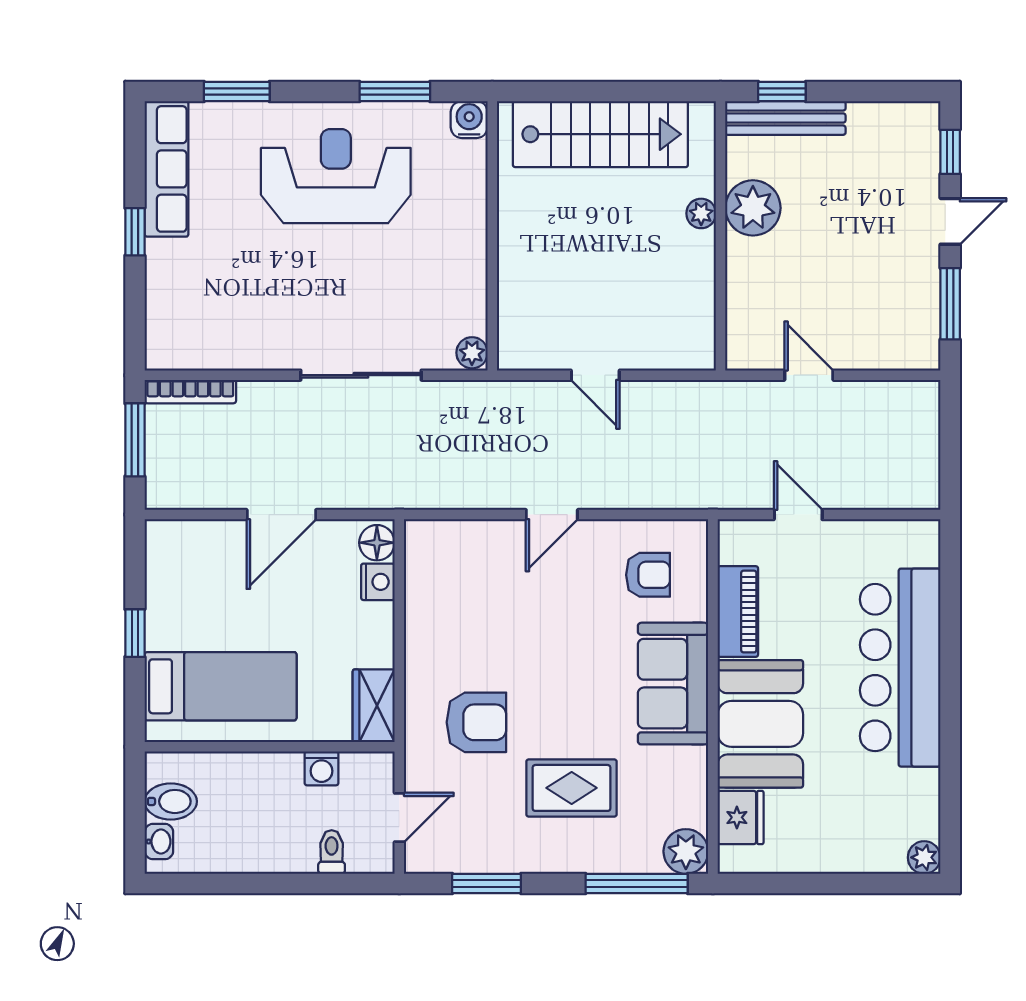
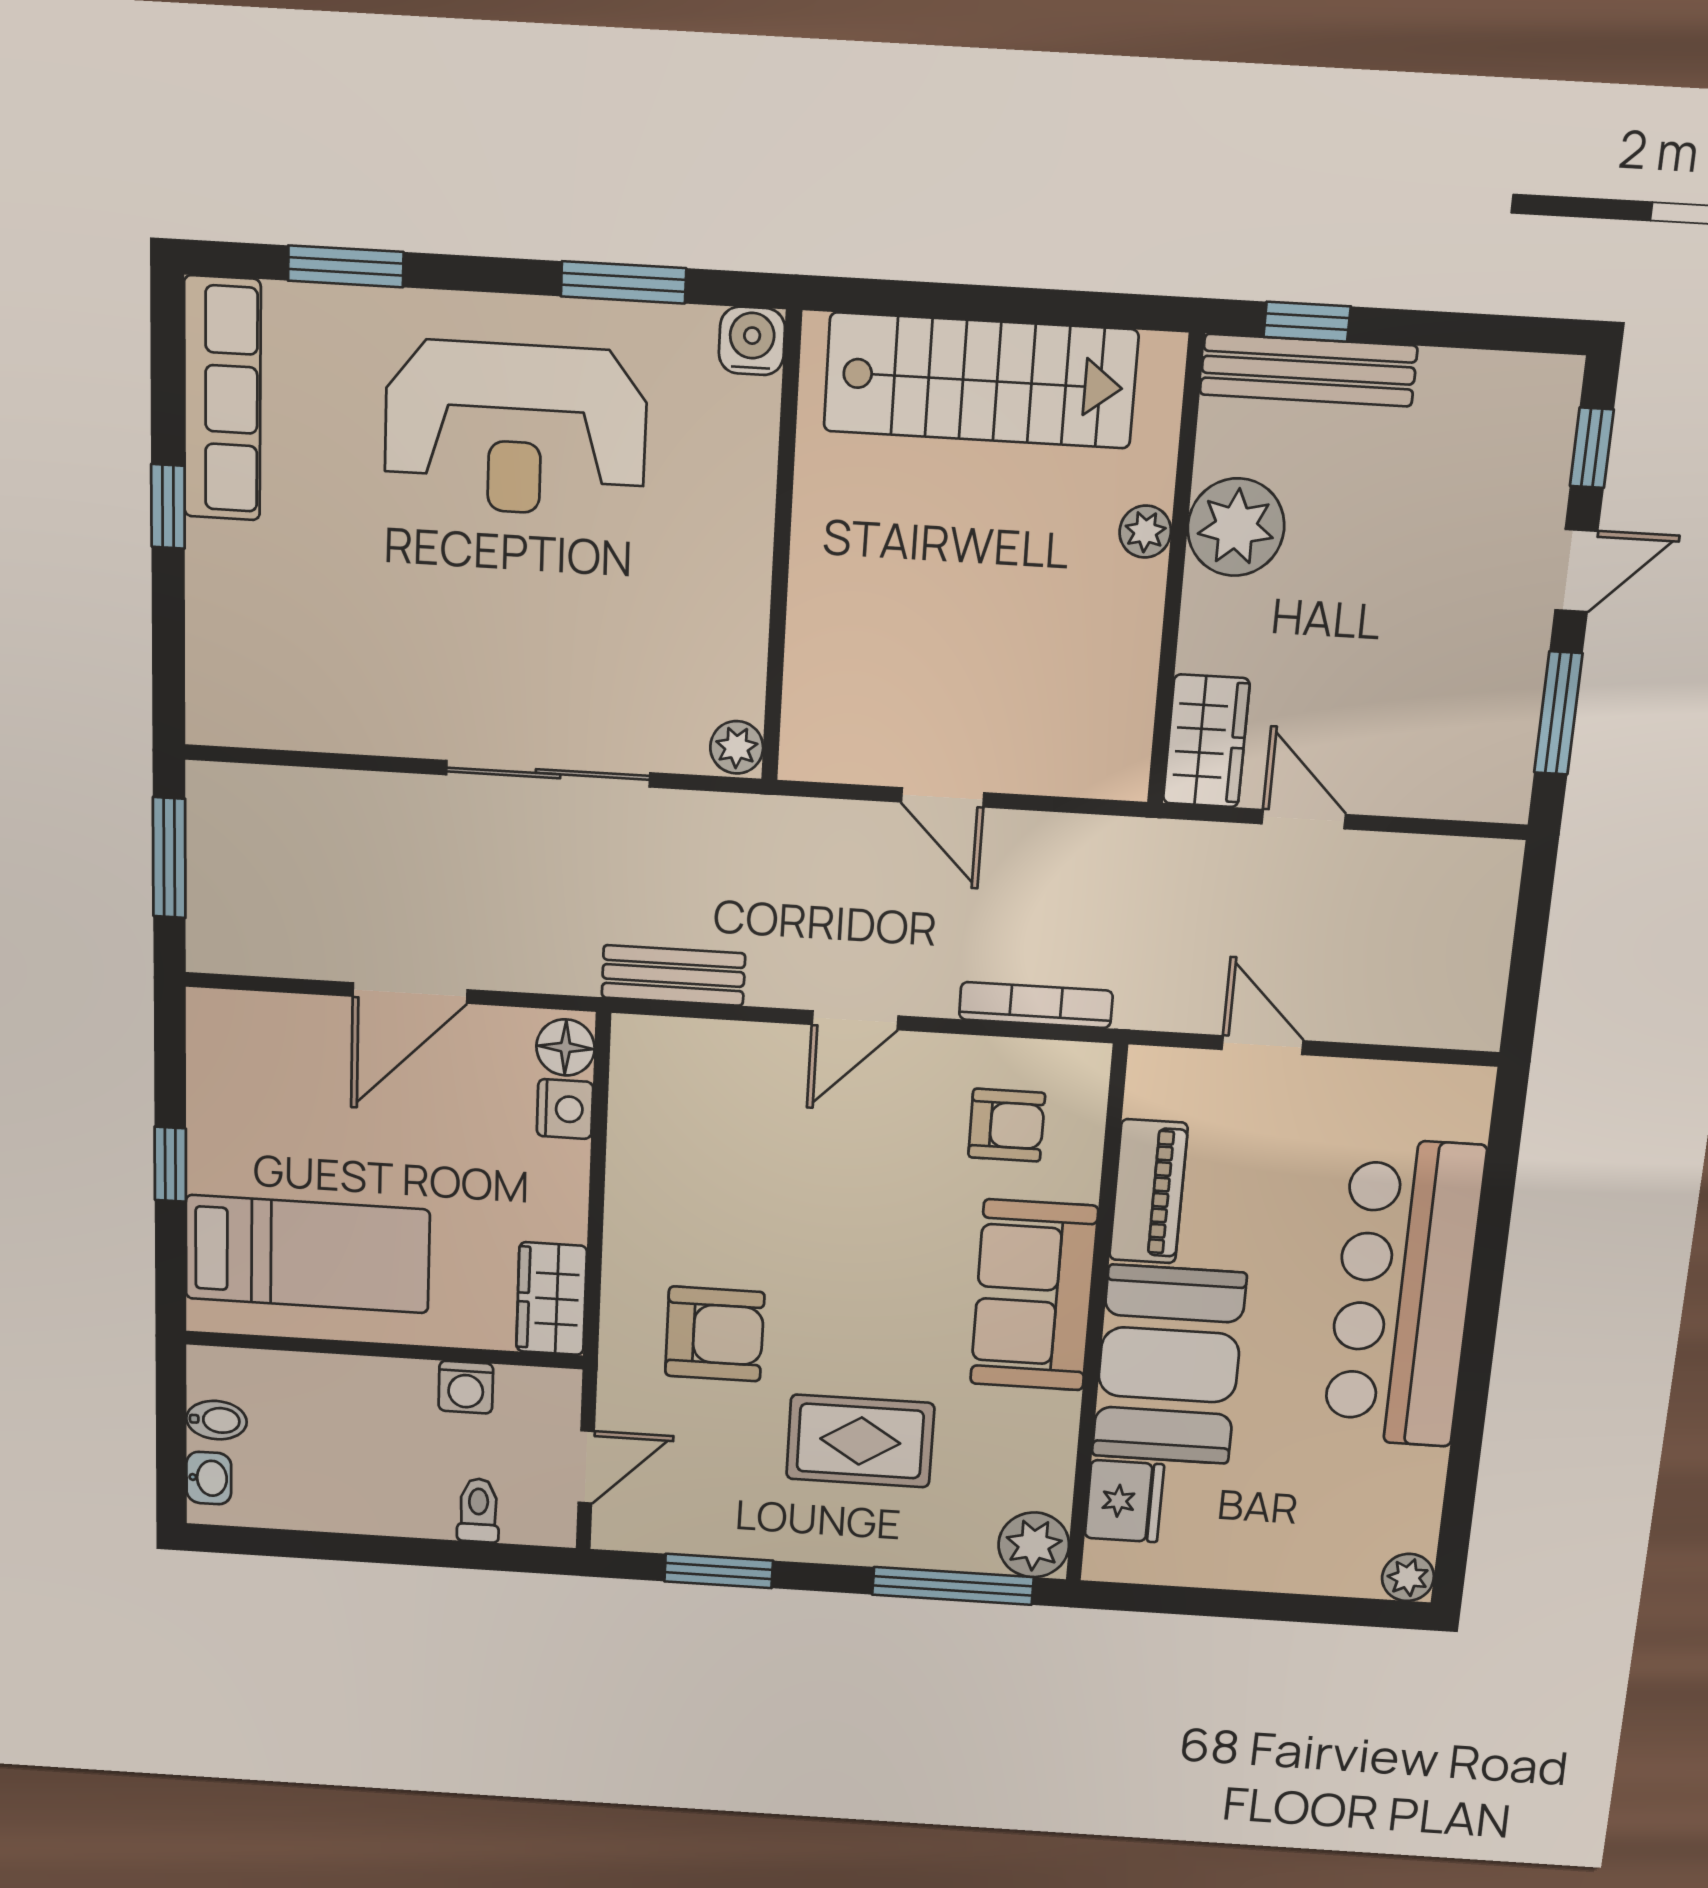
reception desk: (336, 176) -> (515, 429), turned 180
wardrobe: (747, 332) -> (1206, 741), added
bookcase: (190, 392) -> (1036, 1005), moved, turned 180
bench: (441, 494) -> (673, 975), added
bidet: (171, 801) -> (217, 1420), width x0.72, depth x0.74

